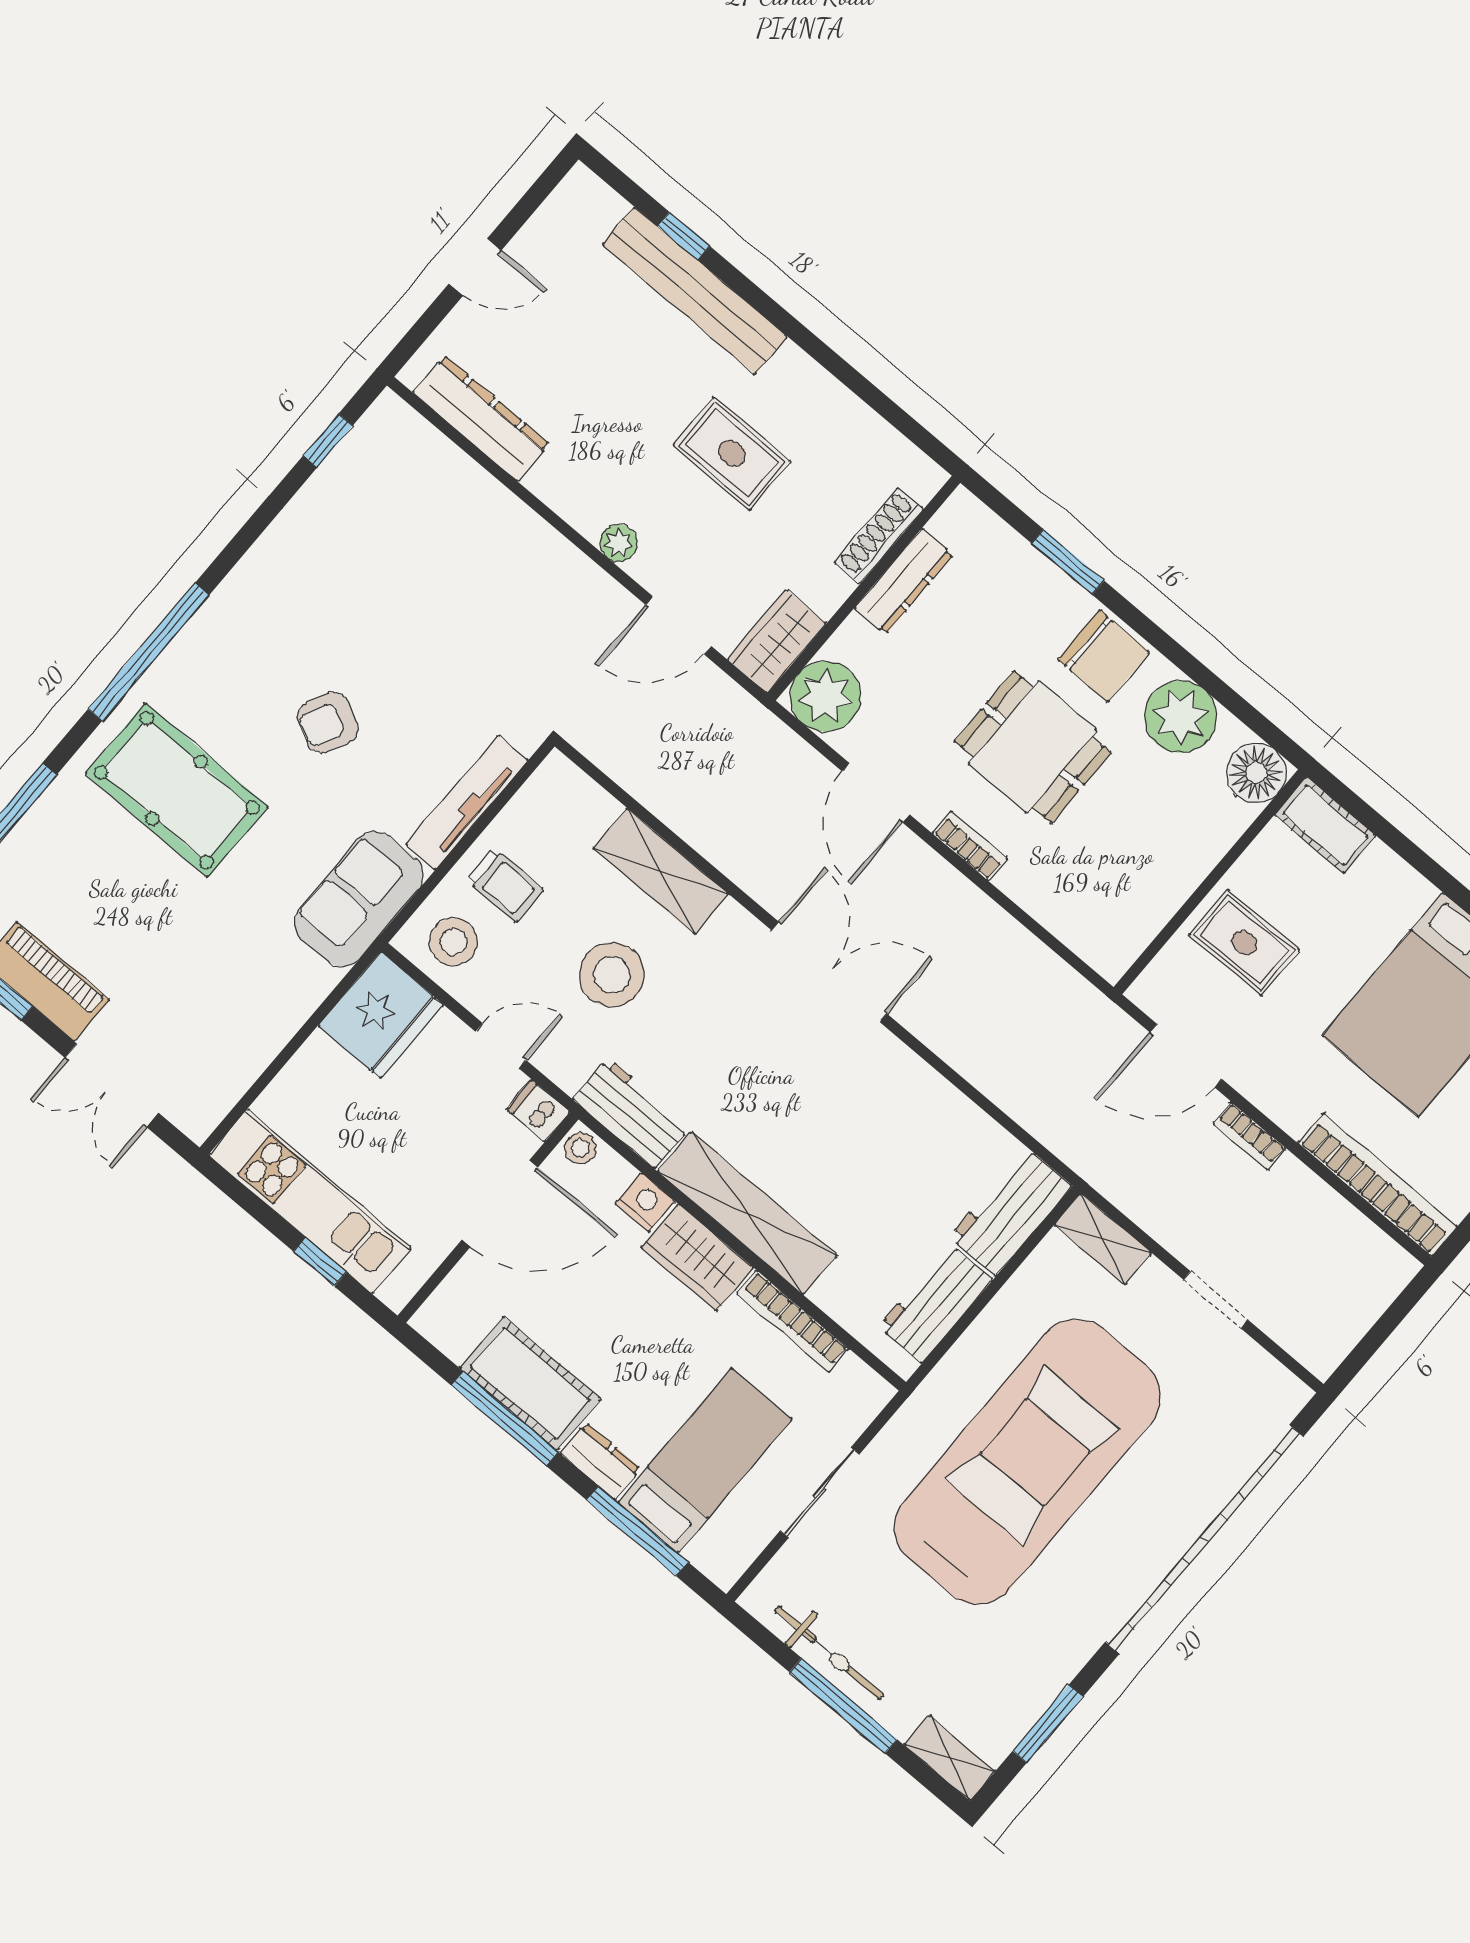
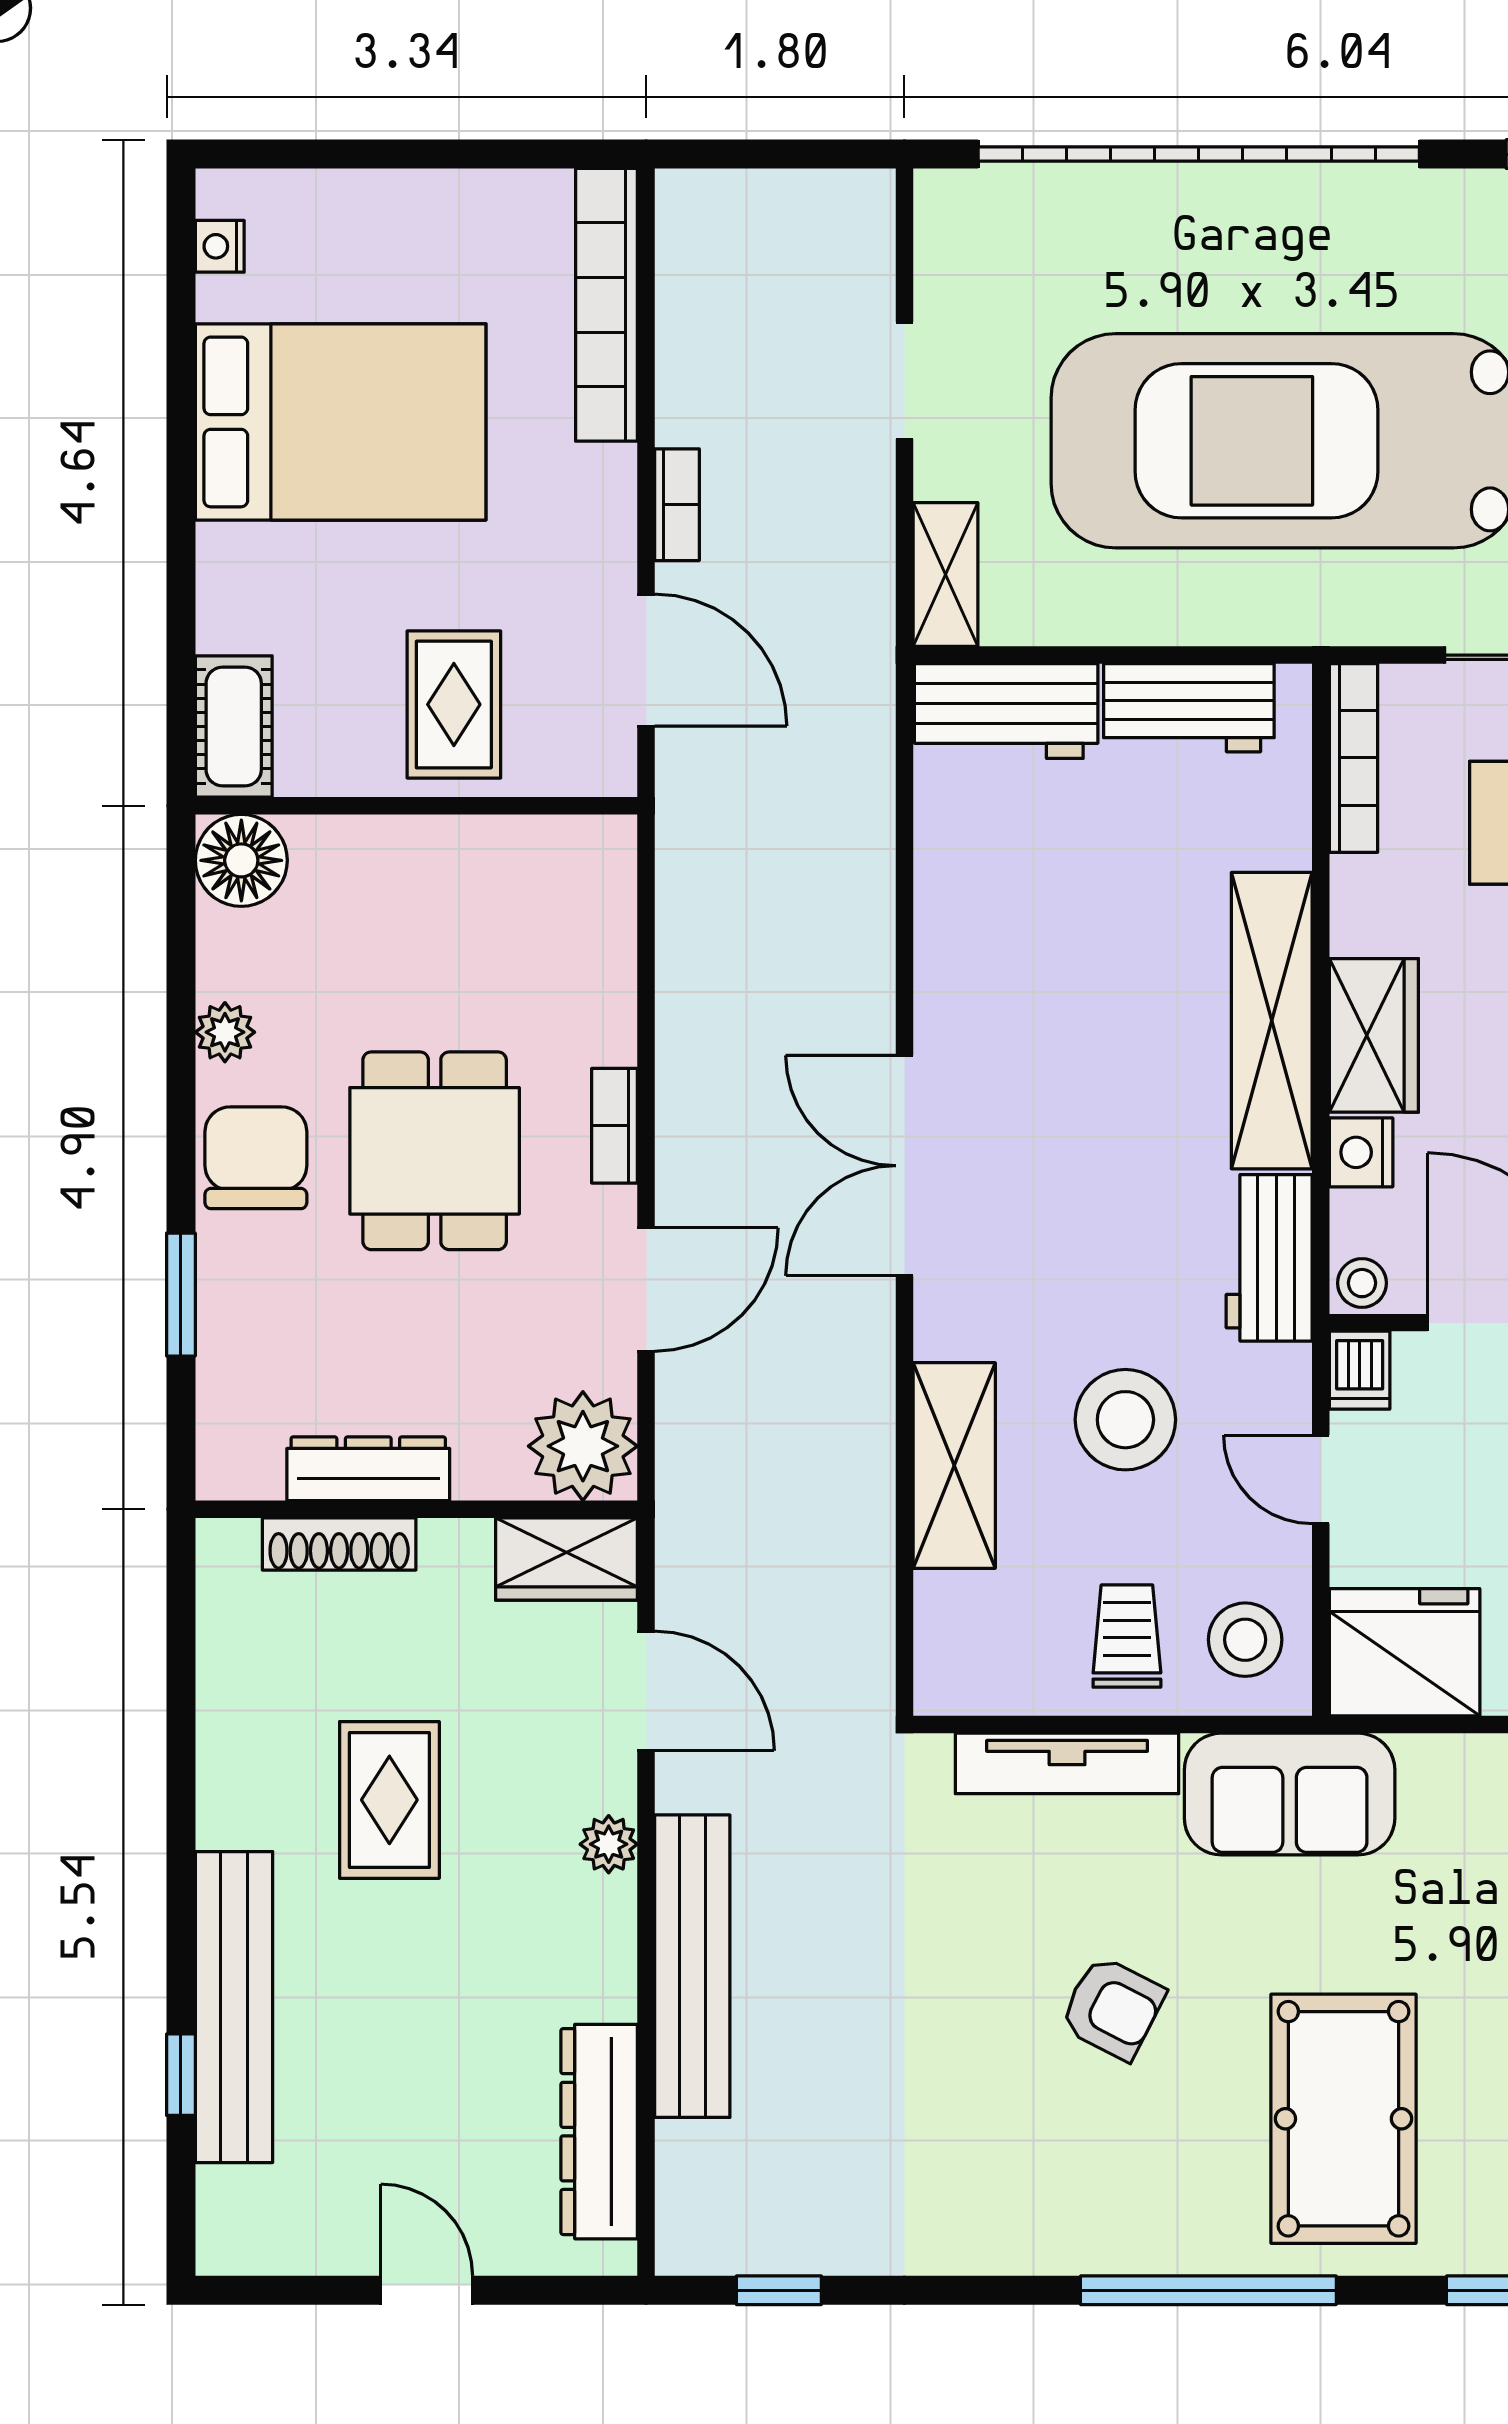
bench: (524, 533) -> (692, 1966), added
plant: (1180, 717) -> (225, 1032), width x0.53, depth x0.53
bookcase: (793, 1321) -> (1354, 758), moved

